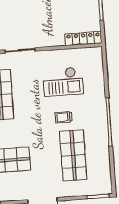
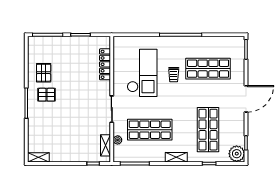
locker: (83, 38) -> (105, 64), moved
checkout: (63, 82) -> (142, 73), width x1.36, depth x1.21

